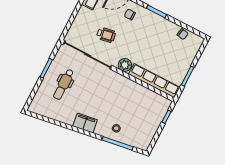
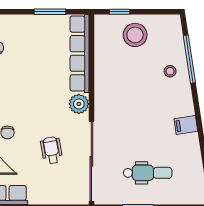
stool: (148, 119) -> (135, 35), added
filing cabinet: (85, 123) -> (186, 125), width x0.50

